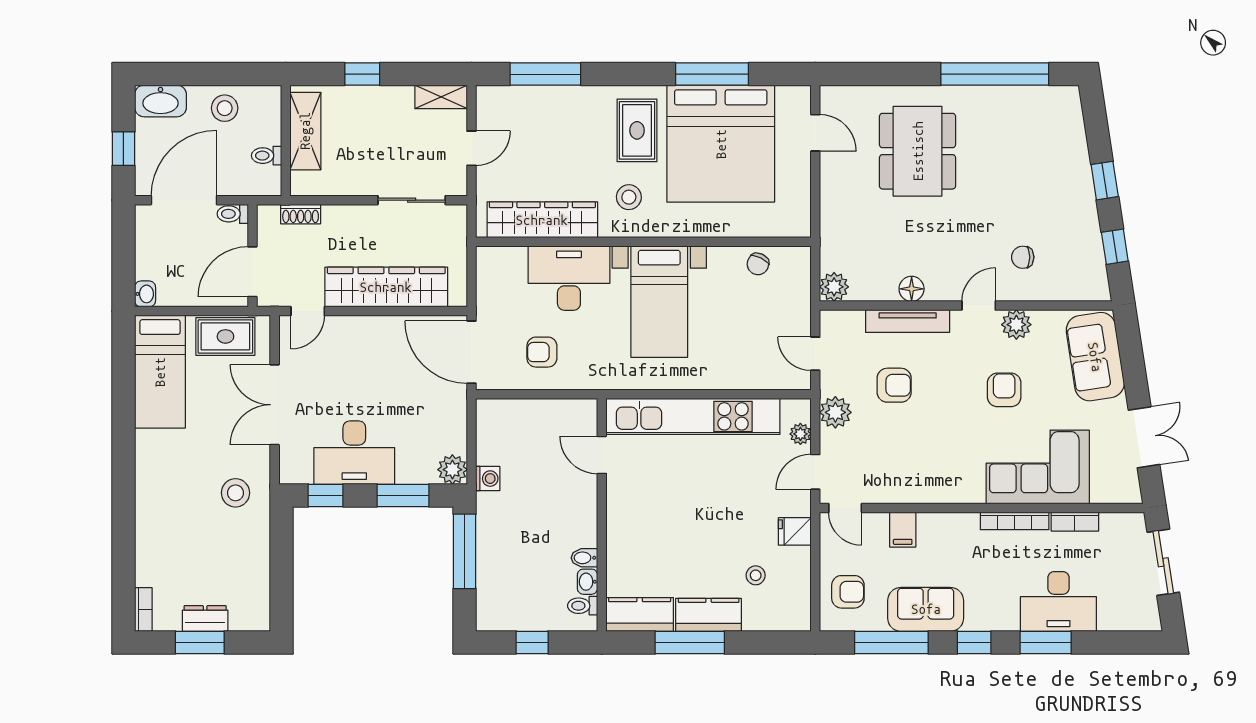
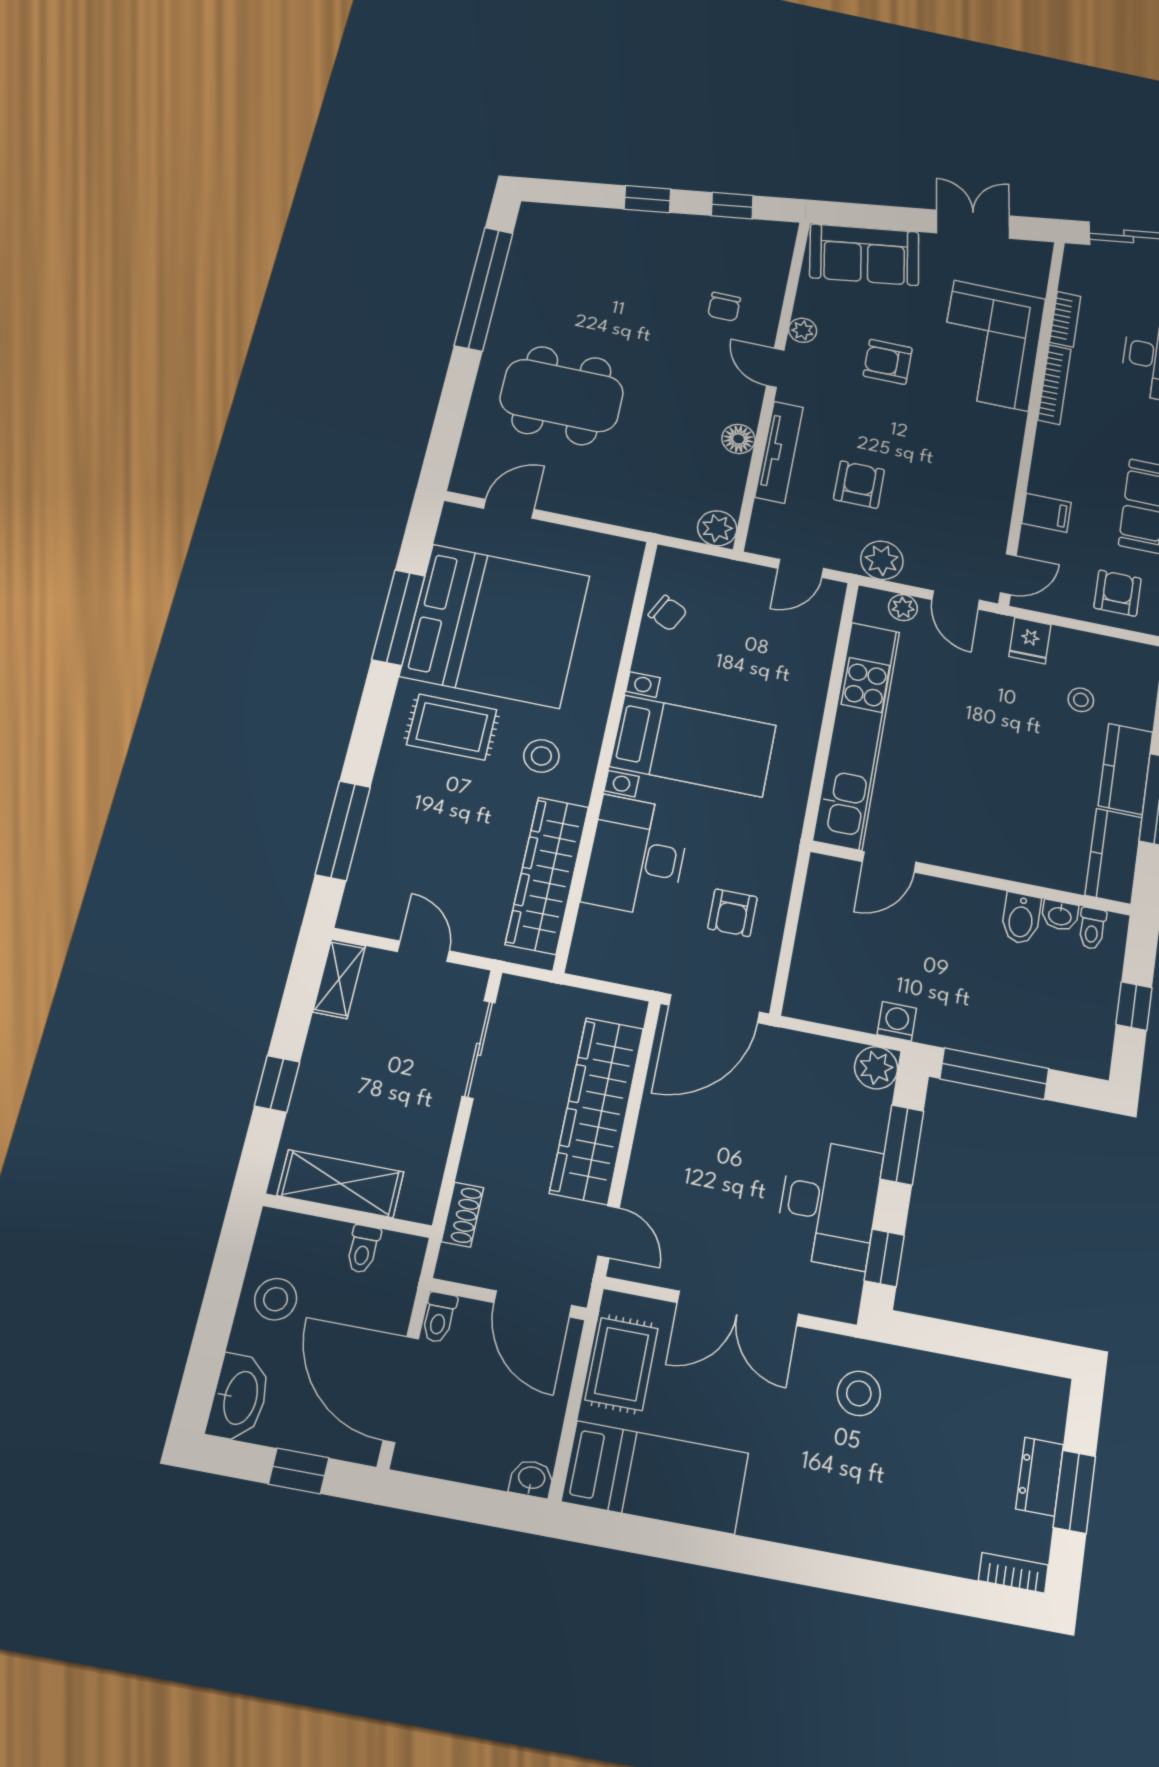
plant: (1016, 325) -> (803, 330), width x0.73, depth x0.73
bidet: (584, 558) -> (1021, 918), width x1.38, depth x1.36

